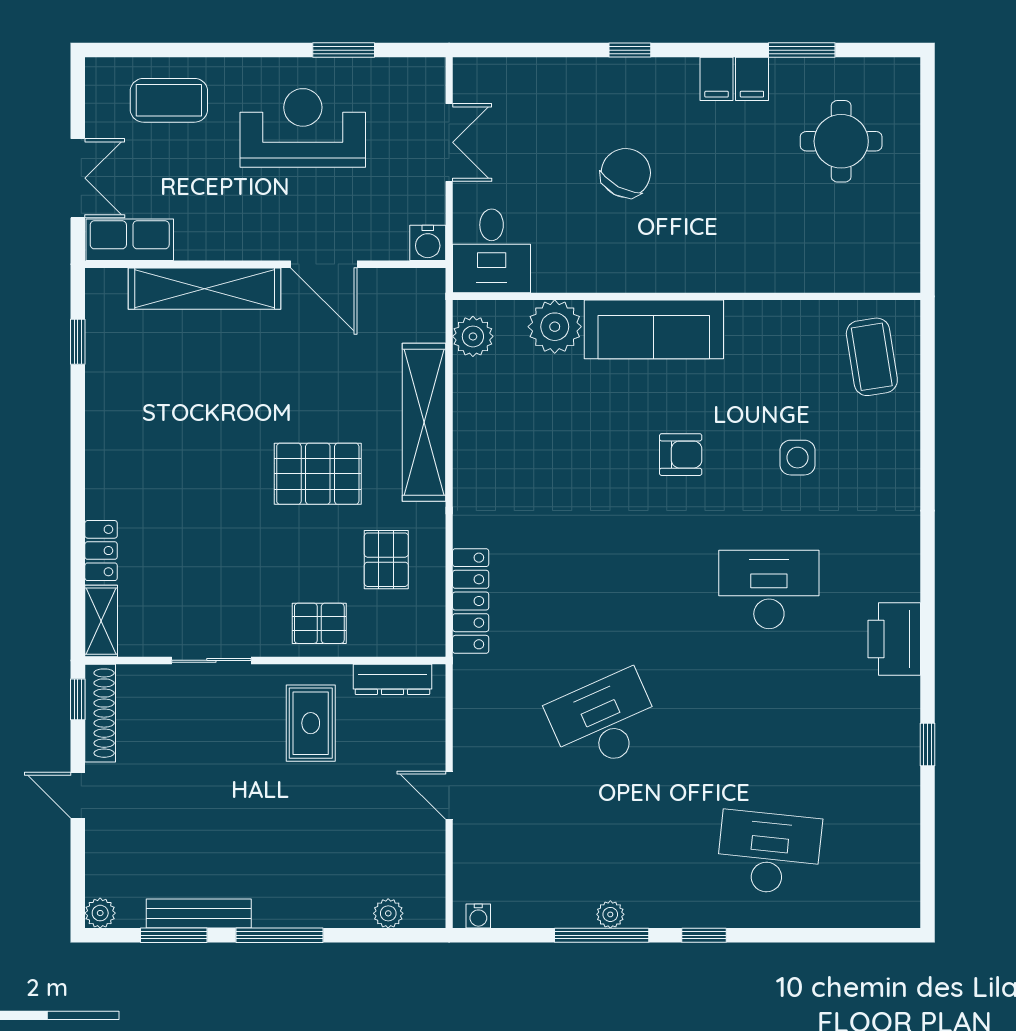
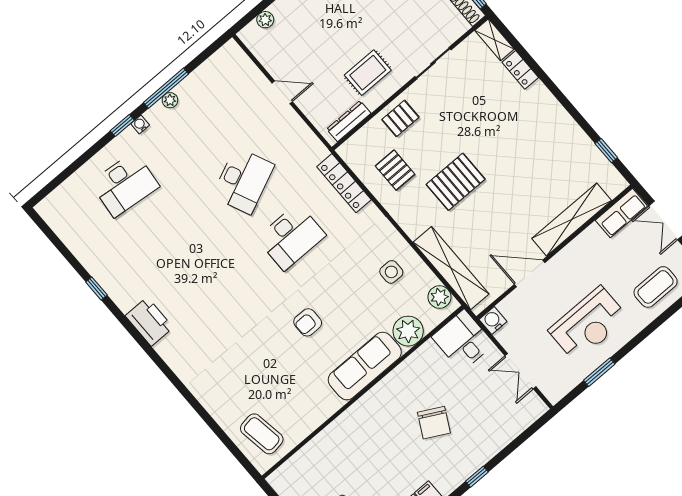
shelving: (424, 422) -> (451, 268), moved
side table: (798, 458) -> (391, 272), moved
desk: (769, 589) -> (291, 237), moved
rug: (311, 723) -> (368, 73), turned 90
water cooler: (478, 916) -> (140, 124), moved

